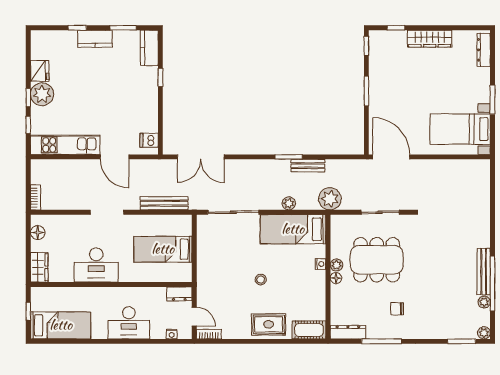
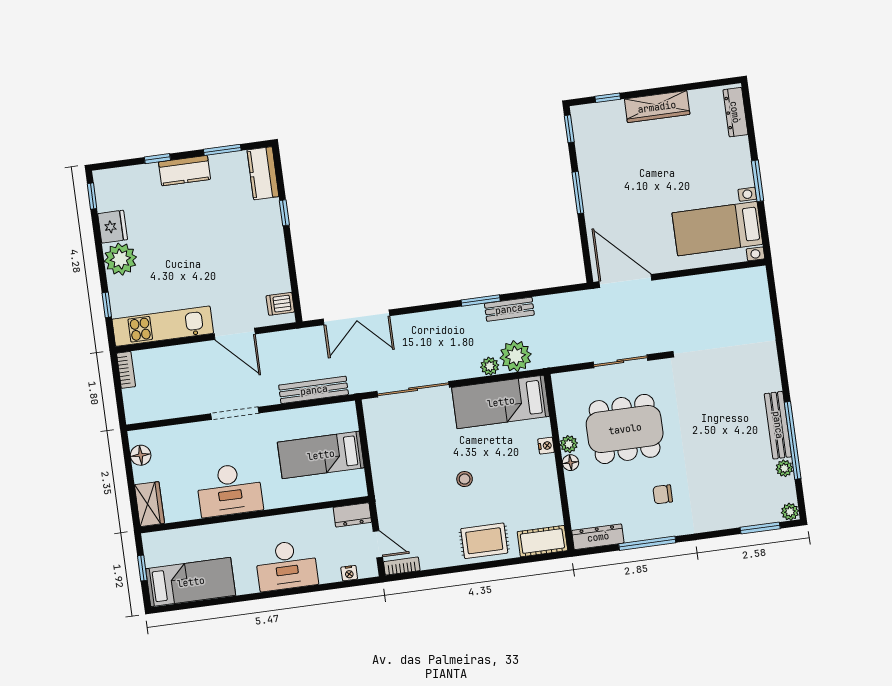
window: (28, 98) -> (92, 196), moved
bookcase: (36, 197) -> (126, 370), moved
plant: (330, 199) -> (516, 356), moved

